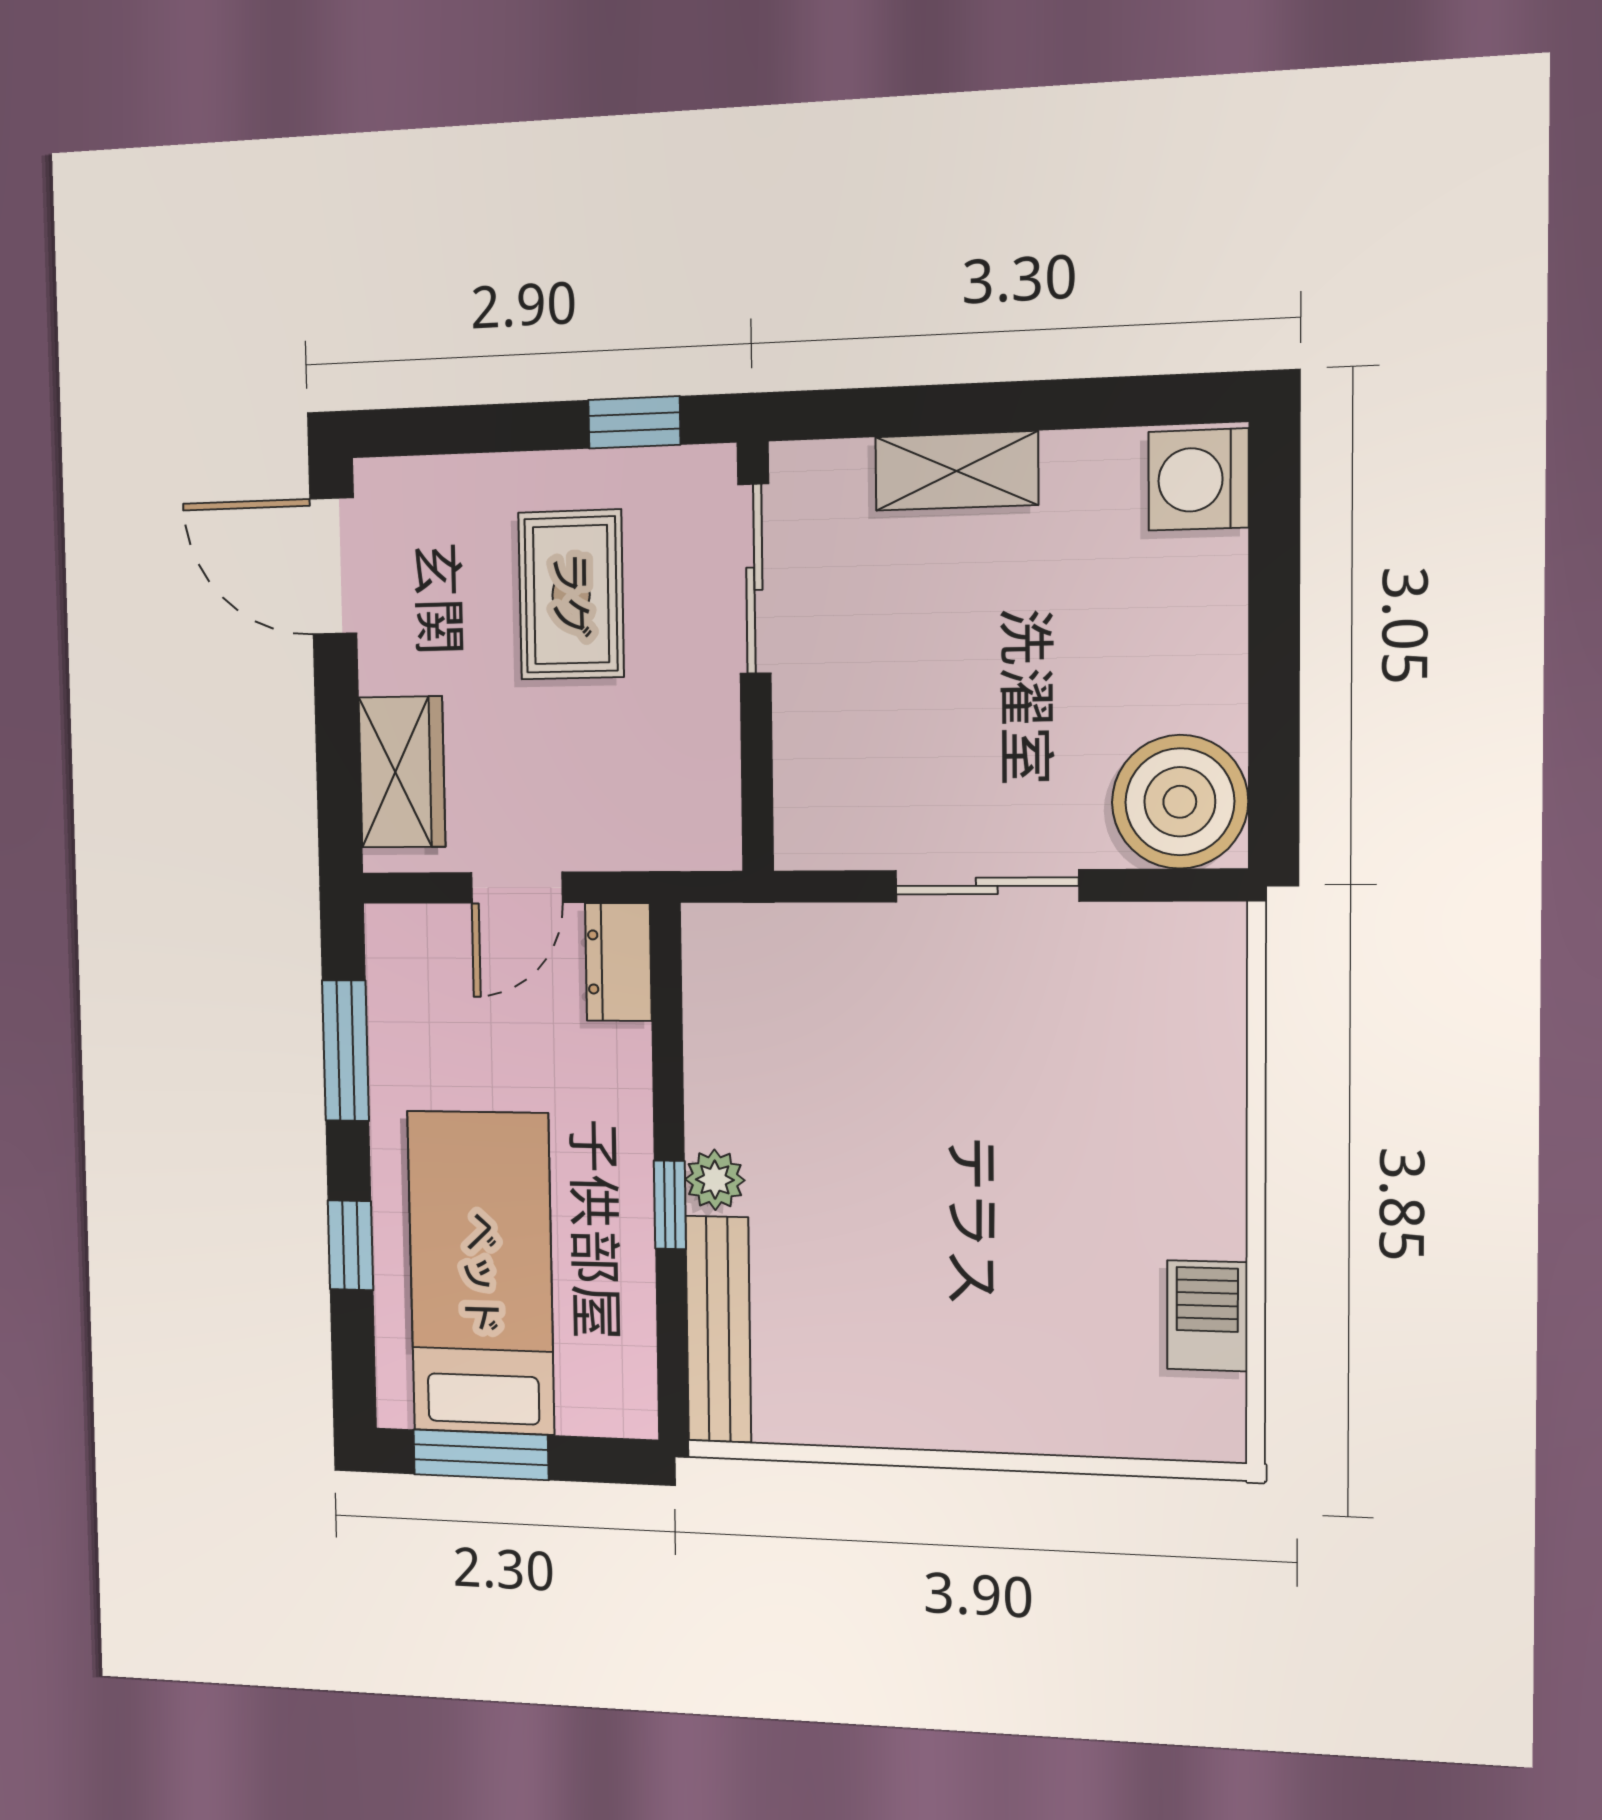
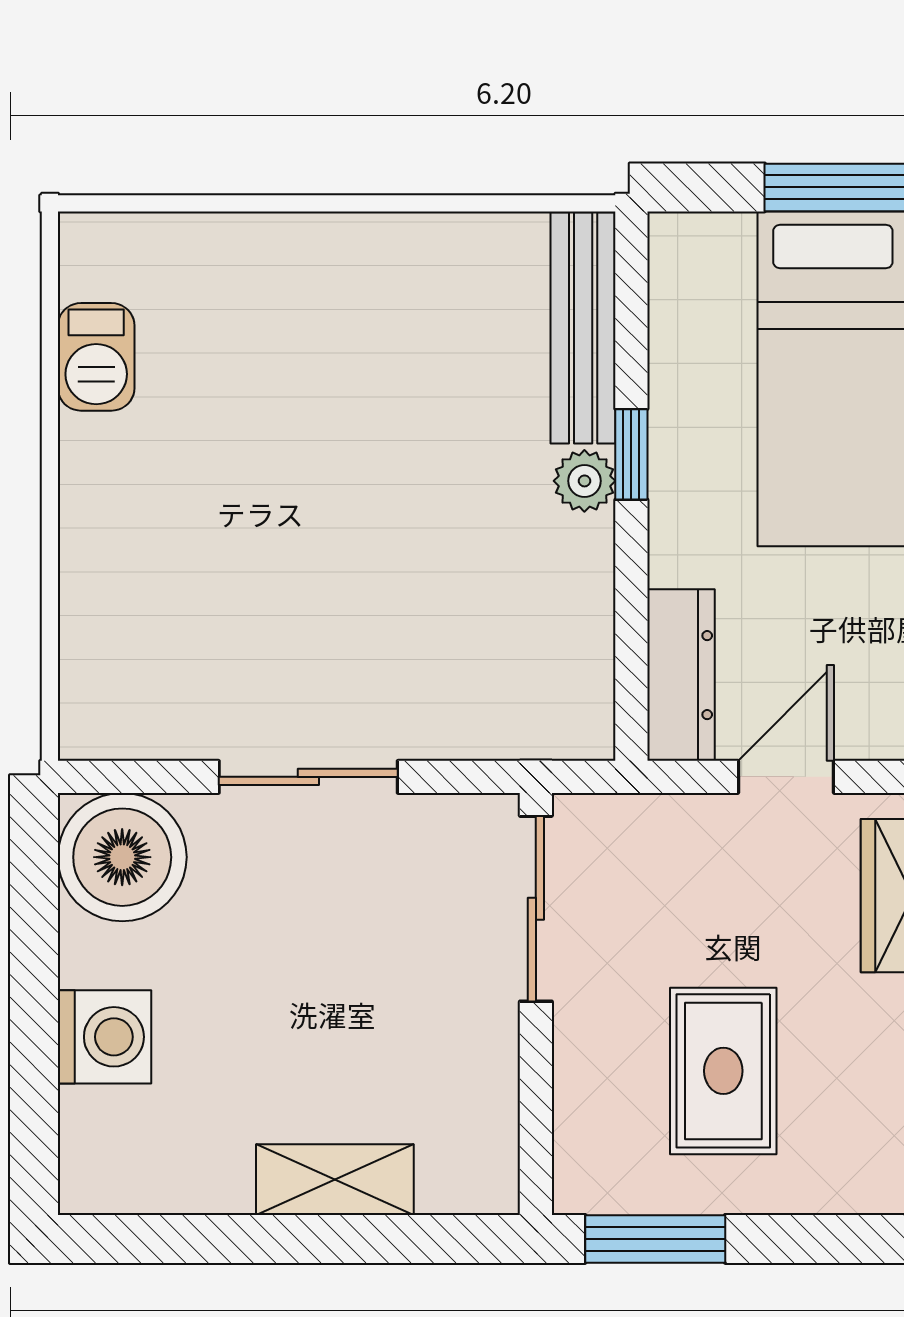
window: (634, 422) -> (655, 1239), width x1.50
washing machine: (1198, 480) -> (105, 1037), moved
sliding door: (754, 579) -> (536, 909), moved
dresser: (618, 962) -> (681, 675), width x1.44

